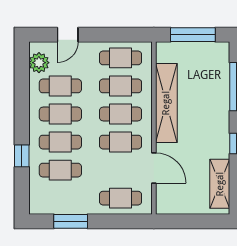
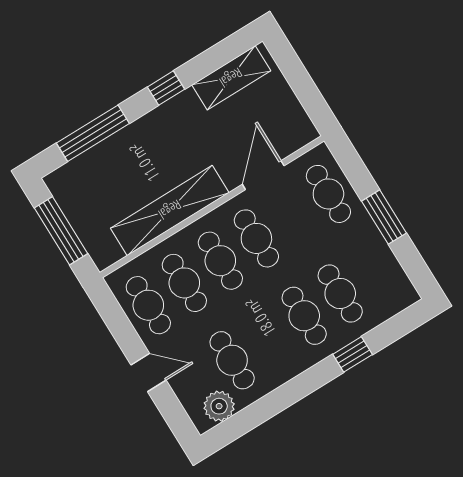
door: (68, 35) -> (149, 372), moved
cafe table: (60, 114) -> (268, 338), removed
window: (71, 221) -> (384, 217), moved

